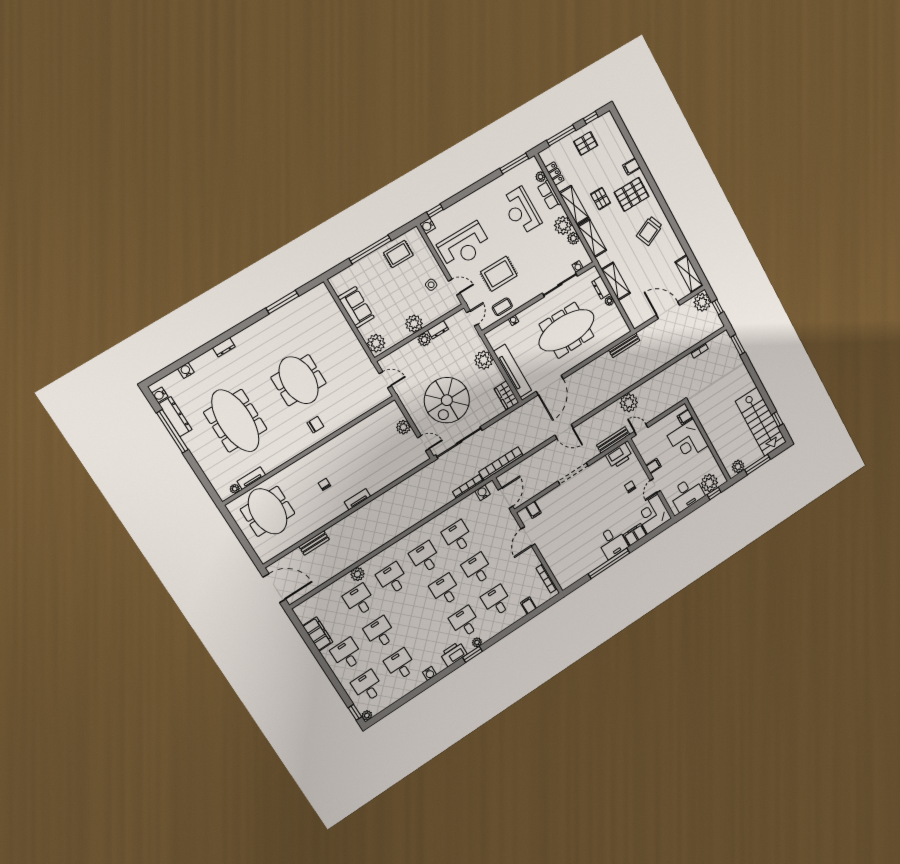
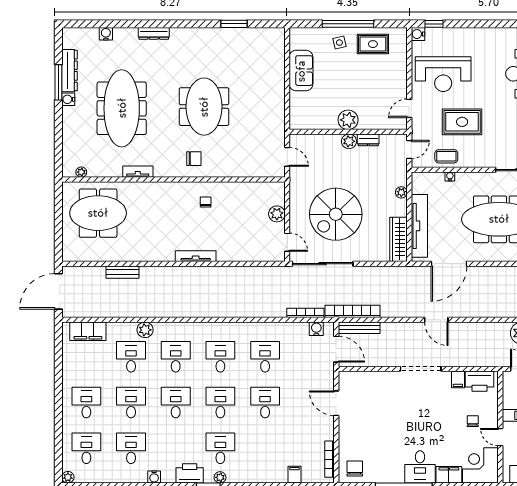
side table: (431, 285) -> (339, 43), moved
door: (454, 287) -> (409, 108), swing flipped
window: (282, 302) -> (234, 24), width x0.69
plant: (376, 343) -> (300, 116), removed
dresser: (224, 347) -> (154, 33), width x1.44
plant: (484, 360) -> (401, 192), width x0.53, depth x0.53
water cooler: (160, 395) -> (68, 99), moved
wardrobe: (506, 396) -> (398, 239), width x1.50
window: (172, 431) -> (58, 82), width x0.68
bench: (613, 440) -> (359, 328), moved
tv unit: (251, 478) -> (138, 172), moved
chair: (324, 484) -> (206, 202), moved
door: (655, 486) -> (500, 437), hinge flipped
door: (505, 498) -> (336, 349), hinge flipped
tv unit: (357, 499) -> (196, 256), width x1.41
filing cabinet: (533, 510) -> (458, 379), moved
meeting table: (268, 511) -> (98, 213), turned 90
door: (528, 536) -> (336, 403), hinge flipped
chair: (568, 573) -> (355, 469), added
door: (274, 588) -> (58, 291), swing flipped
desk: (497, 601) -> (176, 403), moved
filing cabinet: (318, 634) -> (88, 331), moved, turned 90
window: (355, 712) -> (58, 466), removed

